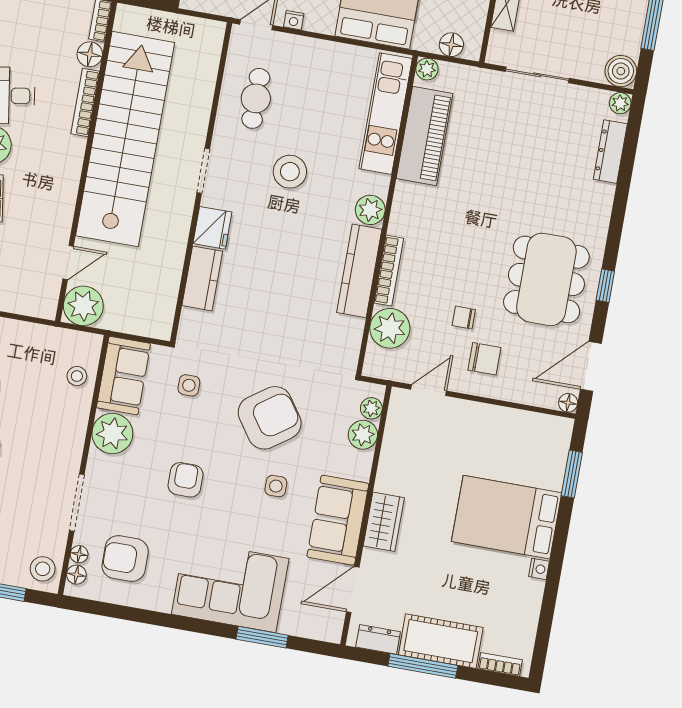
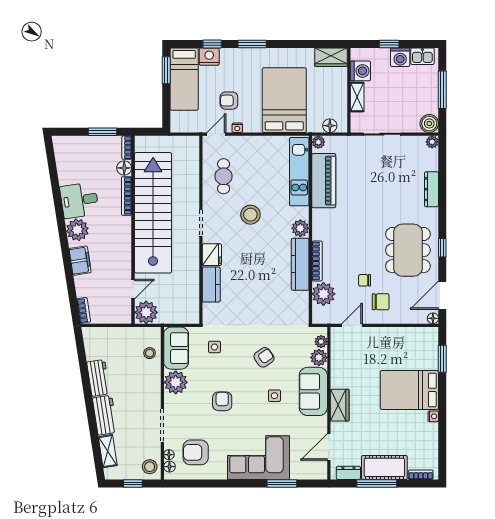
dresser: (610, 152) -> (431, 189), moved
armchair: (270, 418) -> (264, 357), width x0.53, depth x0.53
sofa: (338, 520) -> (313, 391), moved

